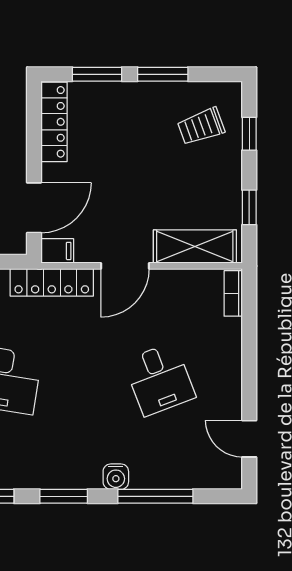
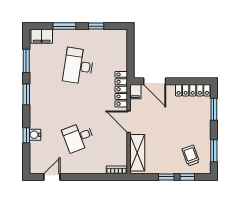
window: (163, 74) -> (214, 151), moved
window: (249, 207) -> (166, 177), moved
water cooler: (116, 477) -> (35, 135), moved
window: (155, 496) -> (26, 135), width x0.46

